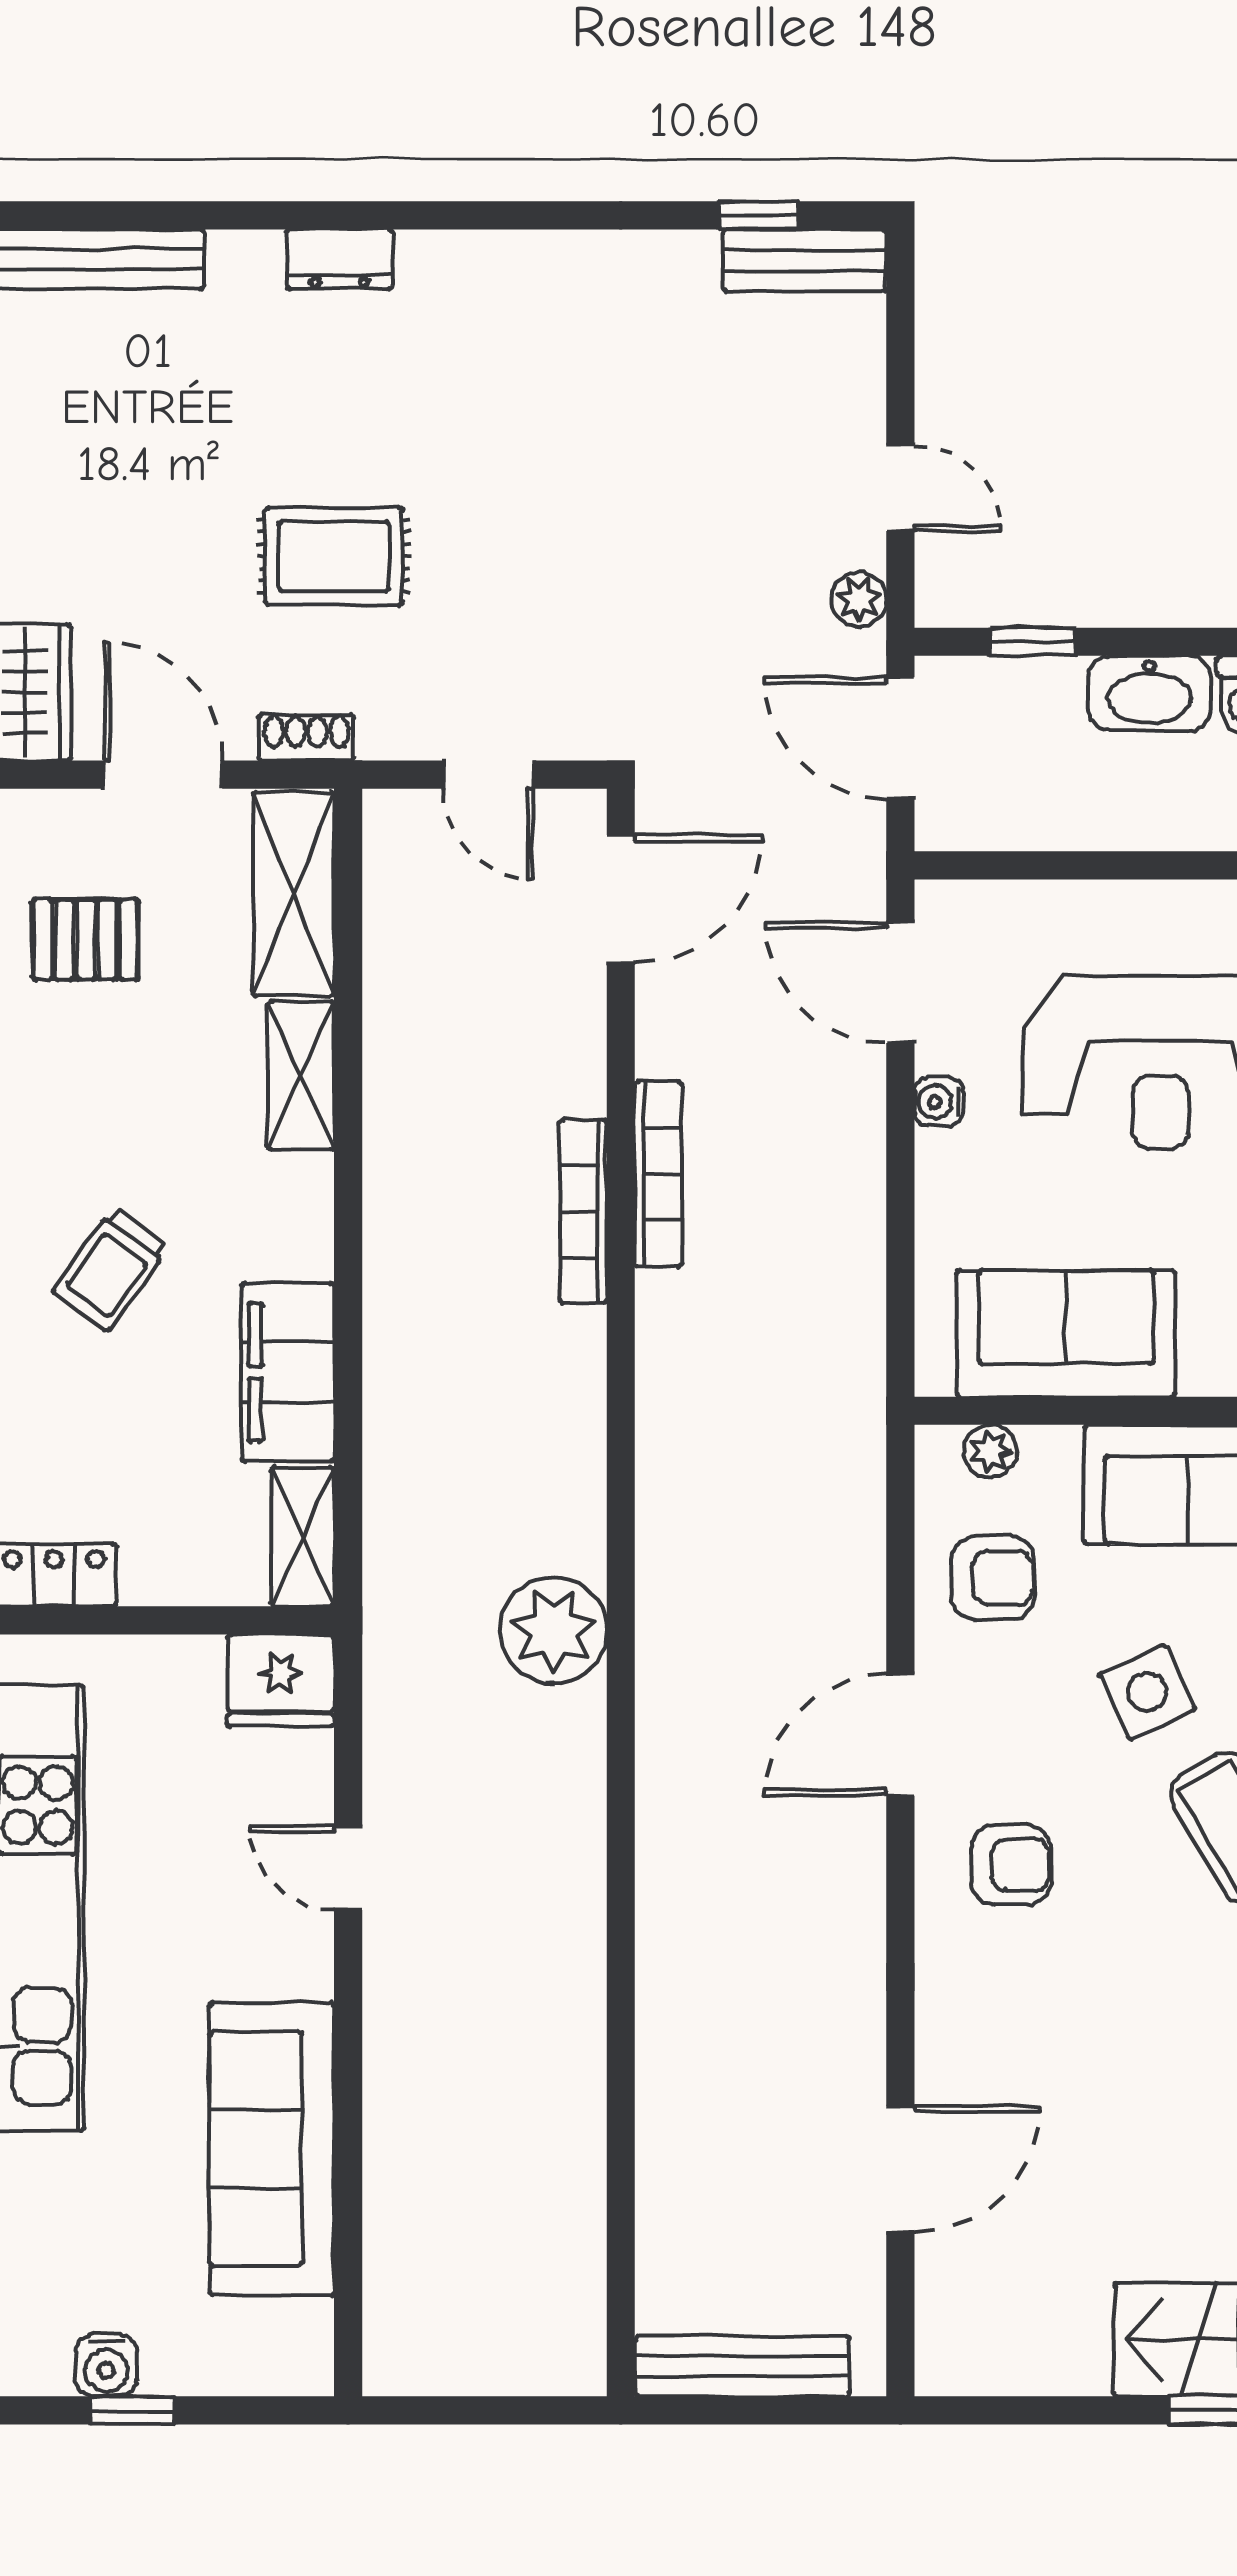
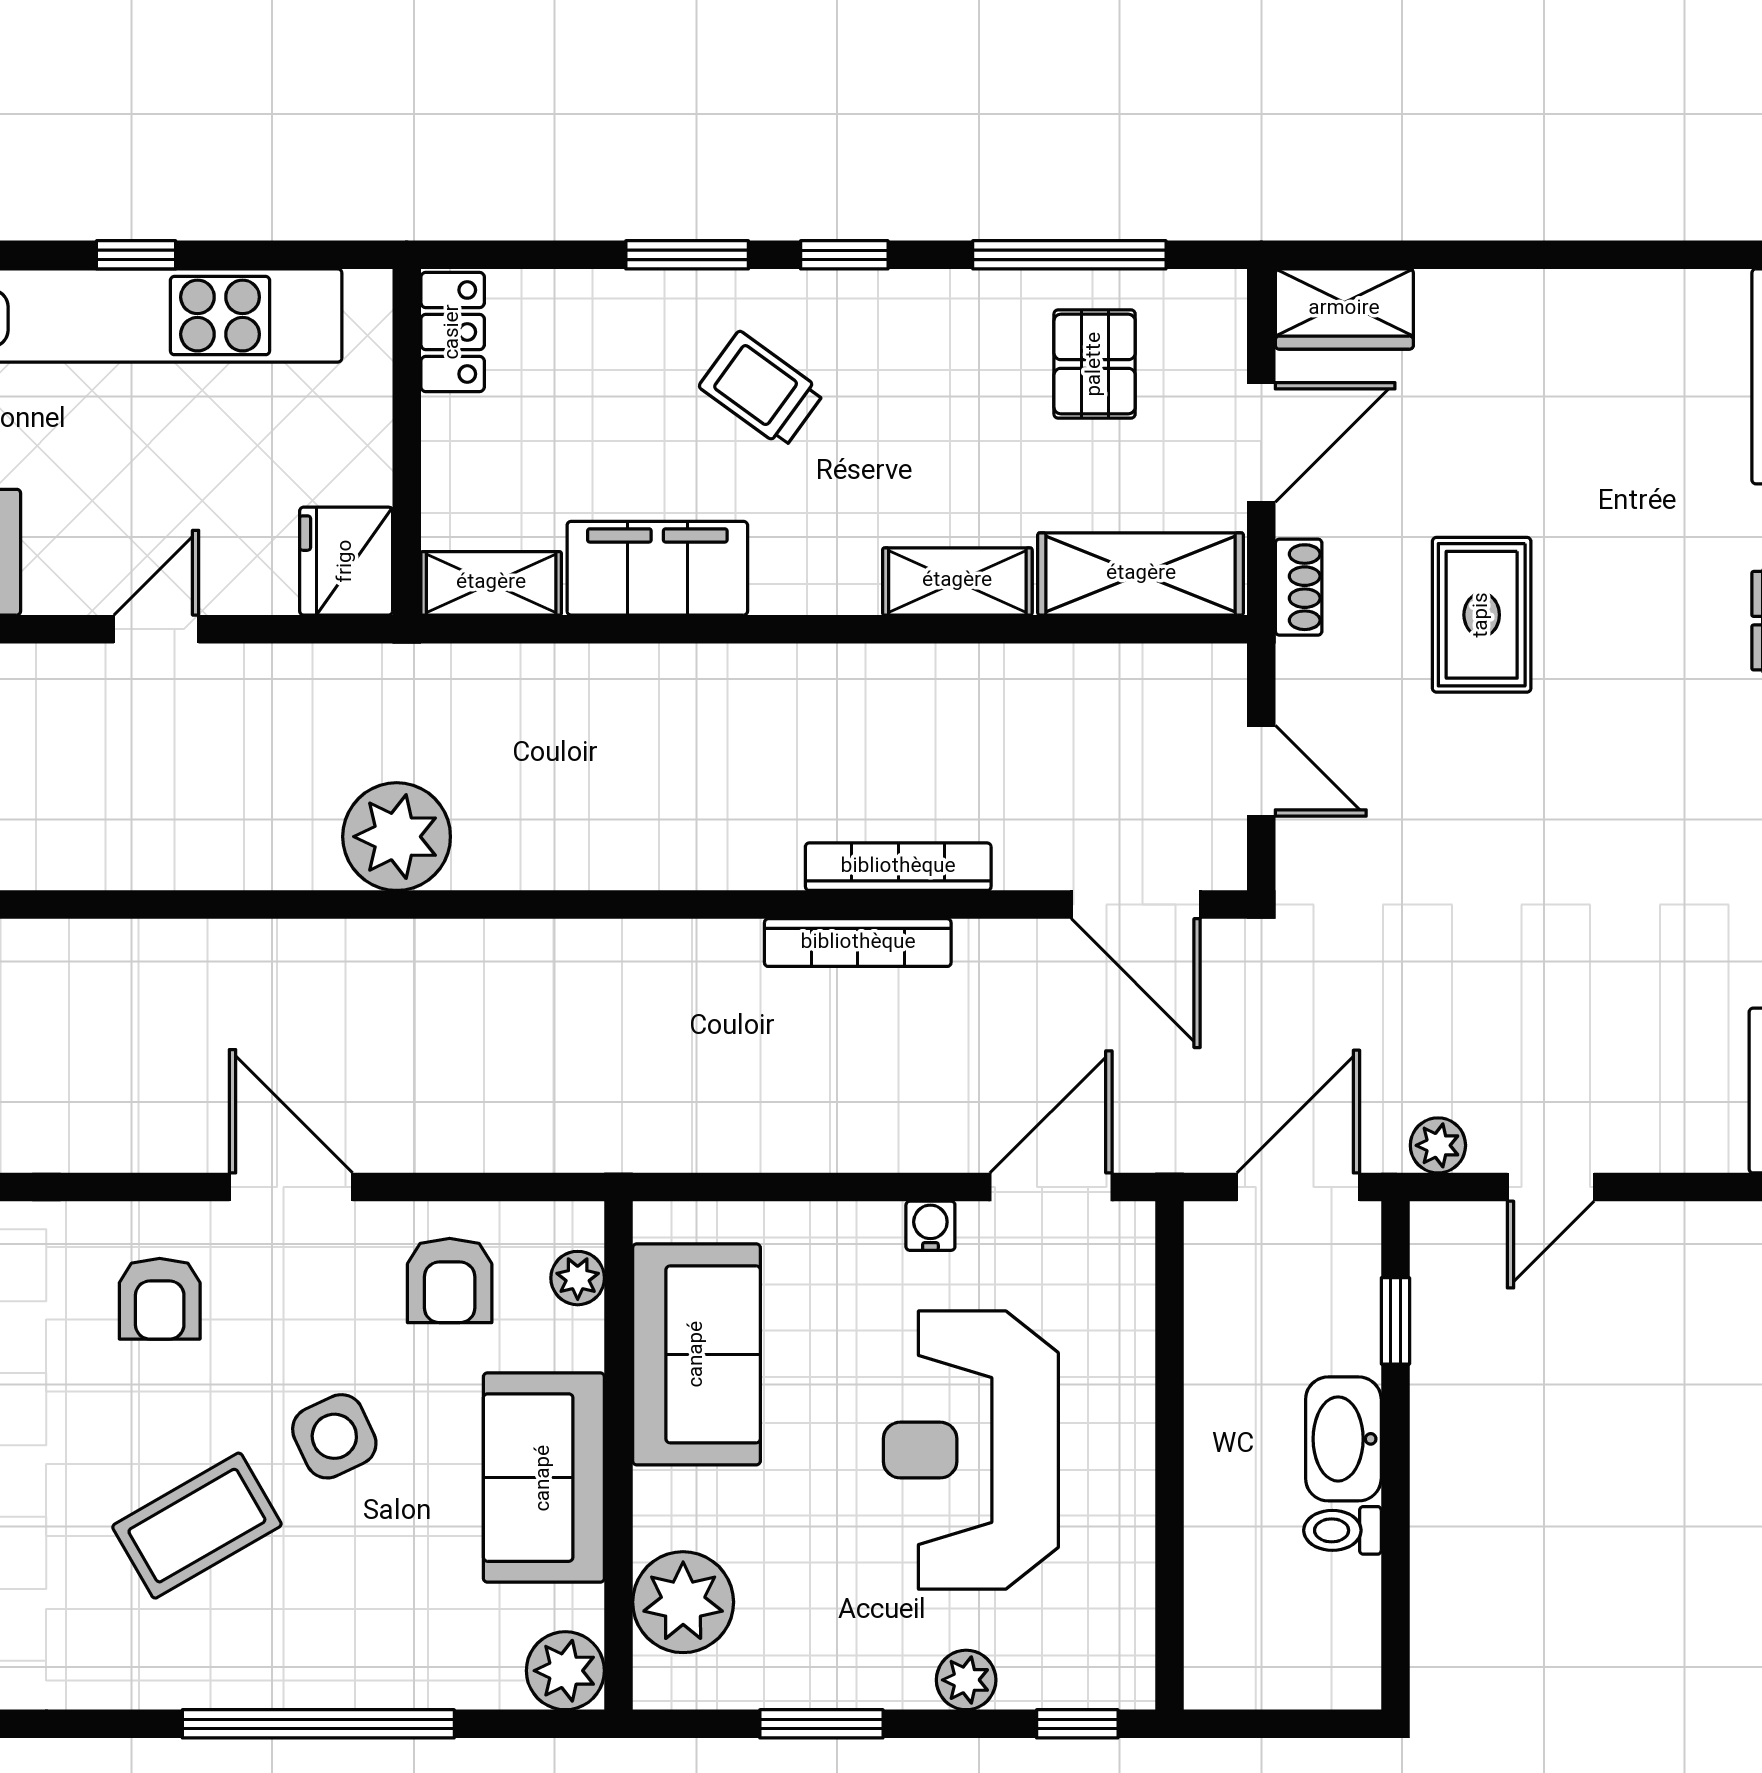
door: (488, 775) -> (1261, 771), swing flipped
bookcase: (583, 1211) -> (898, 867), moved

